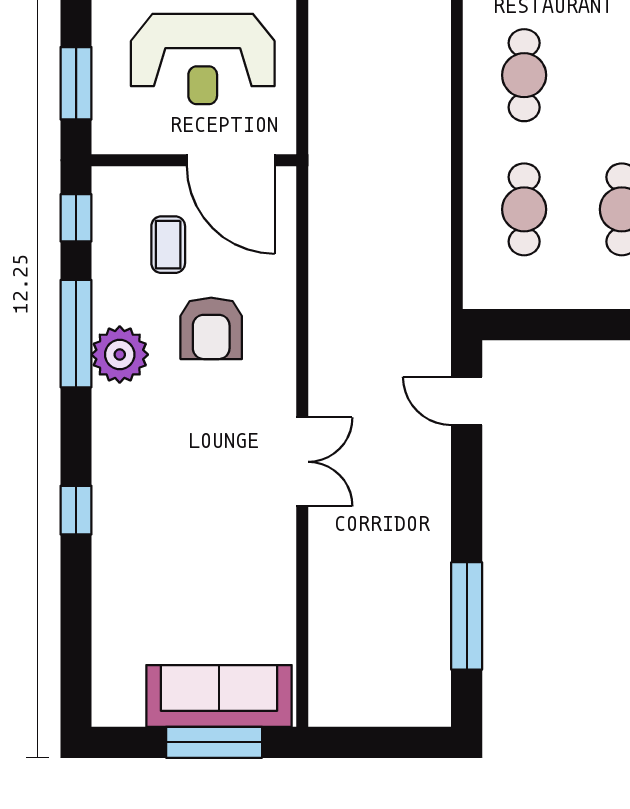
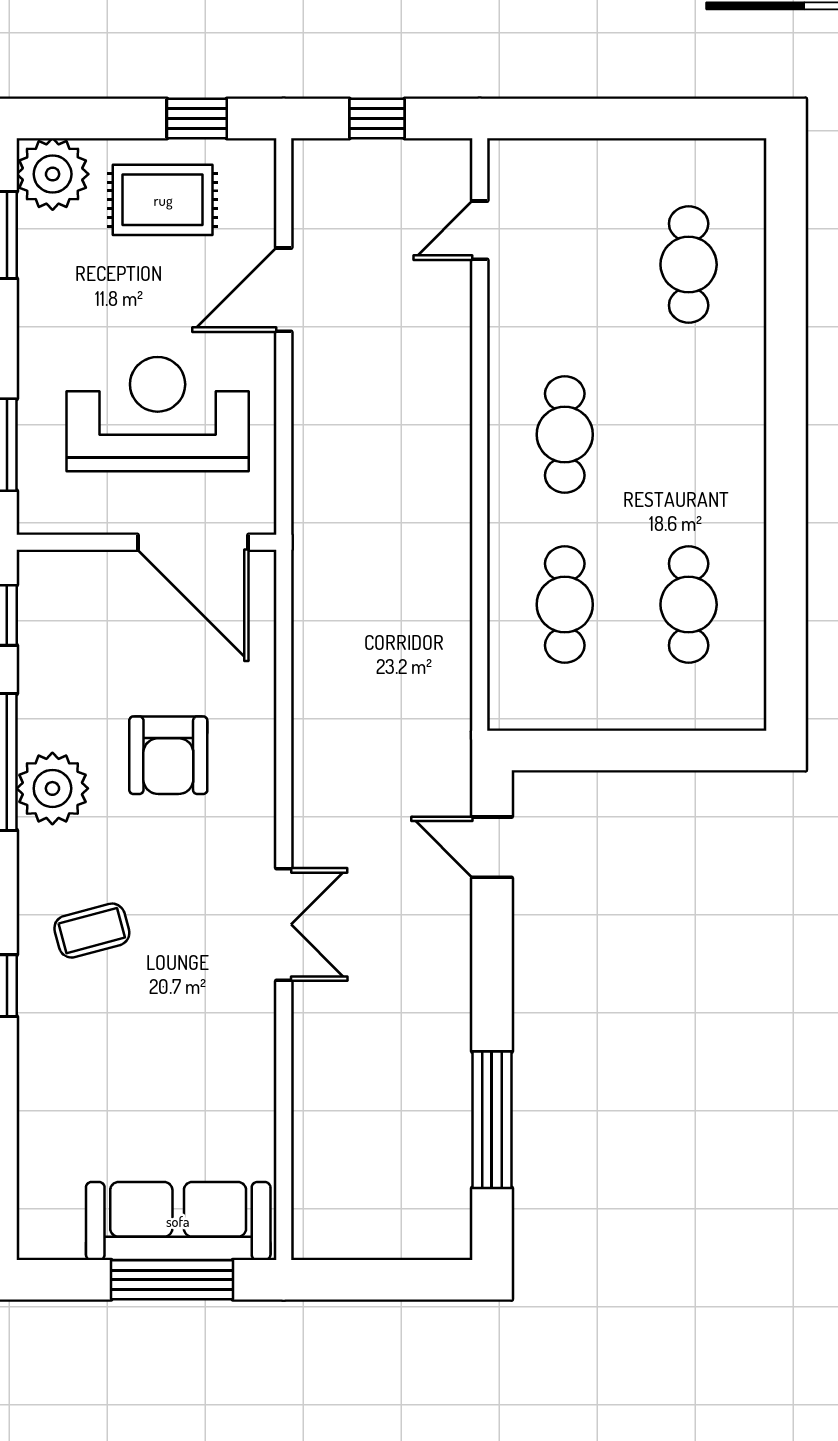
reception desk: (203, 59) -> (158, 414), turned 180
coffee table: (168, 245) -> (92, 931), moved, turned 75

